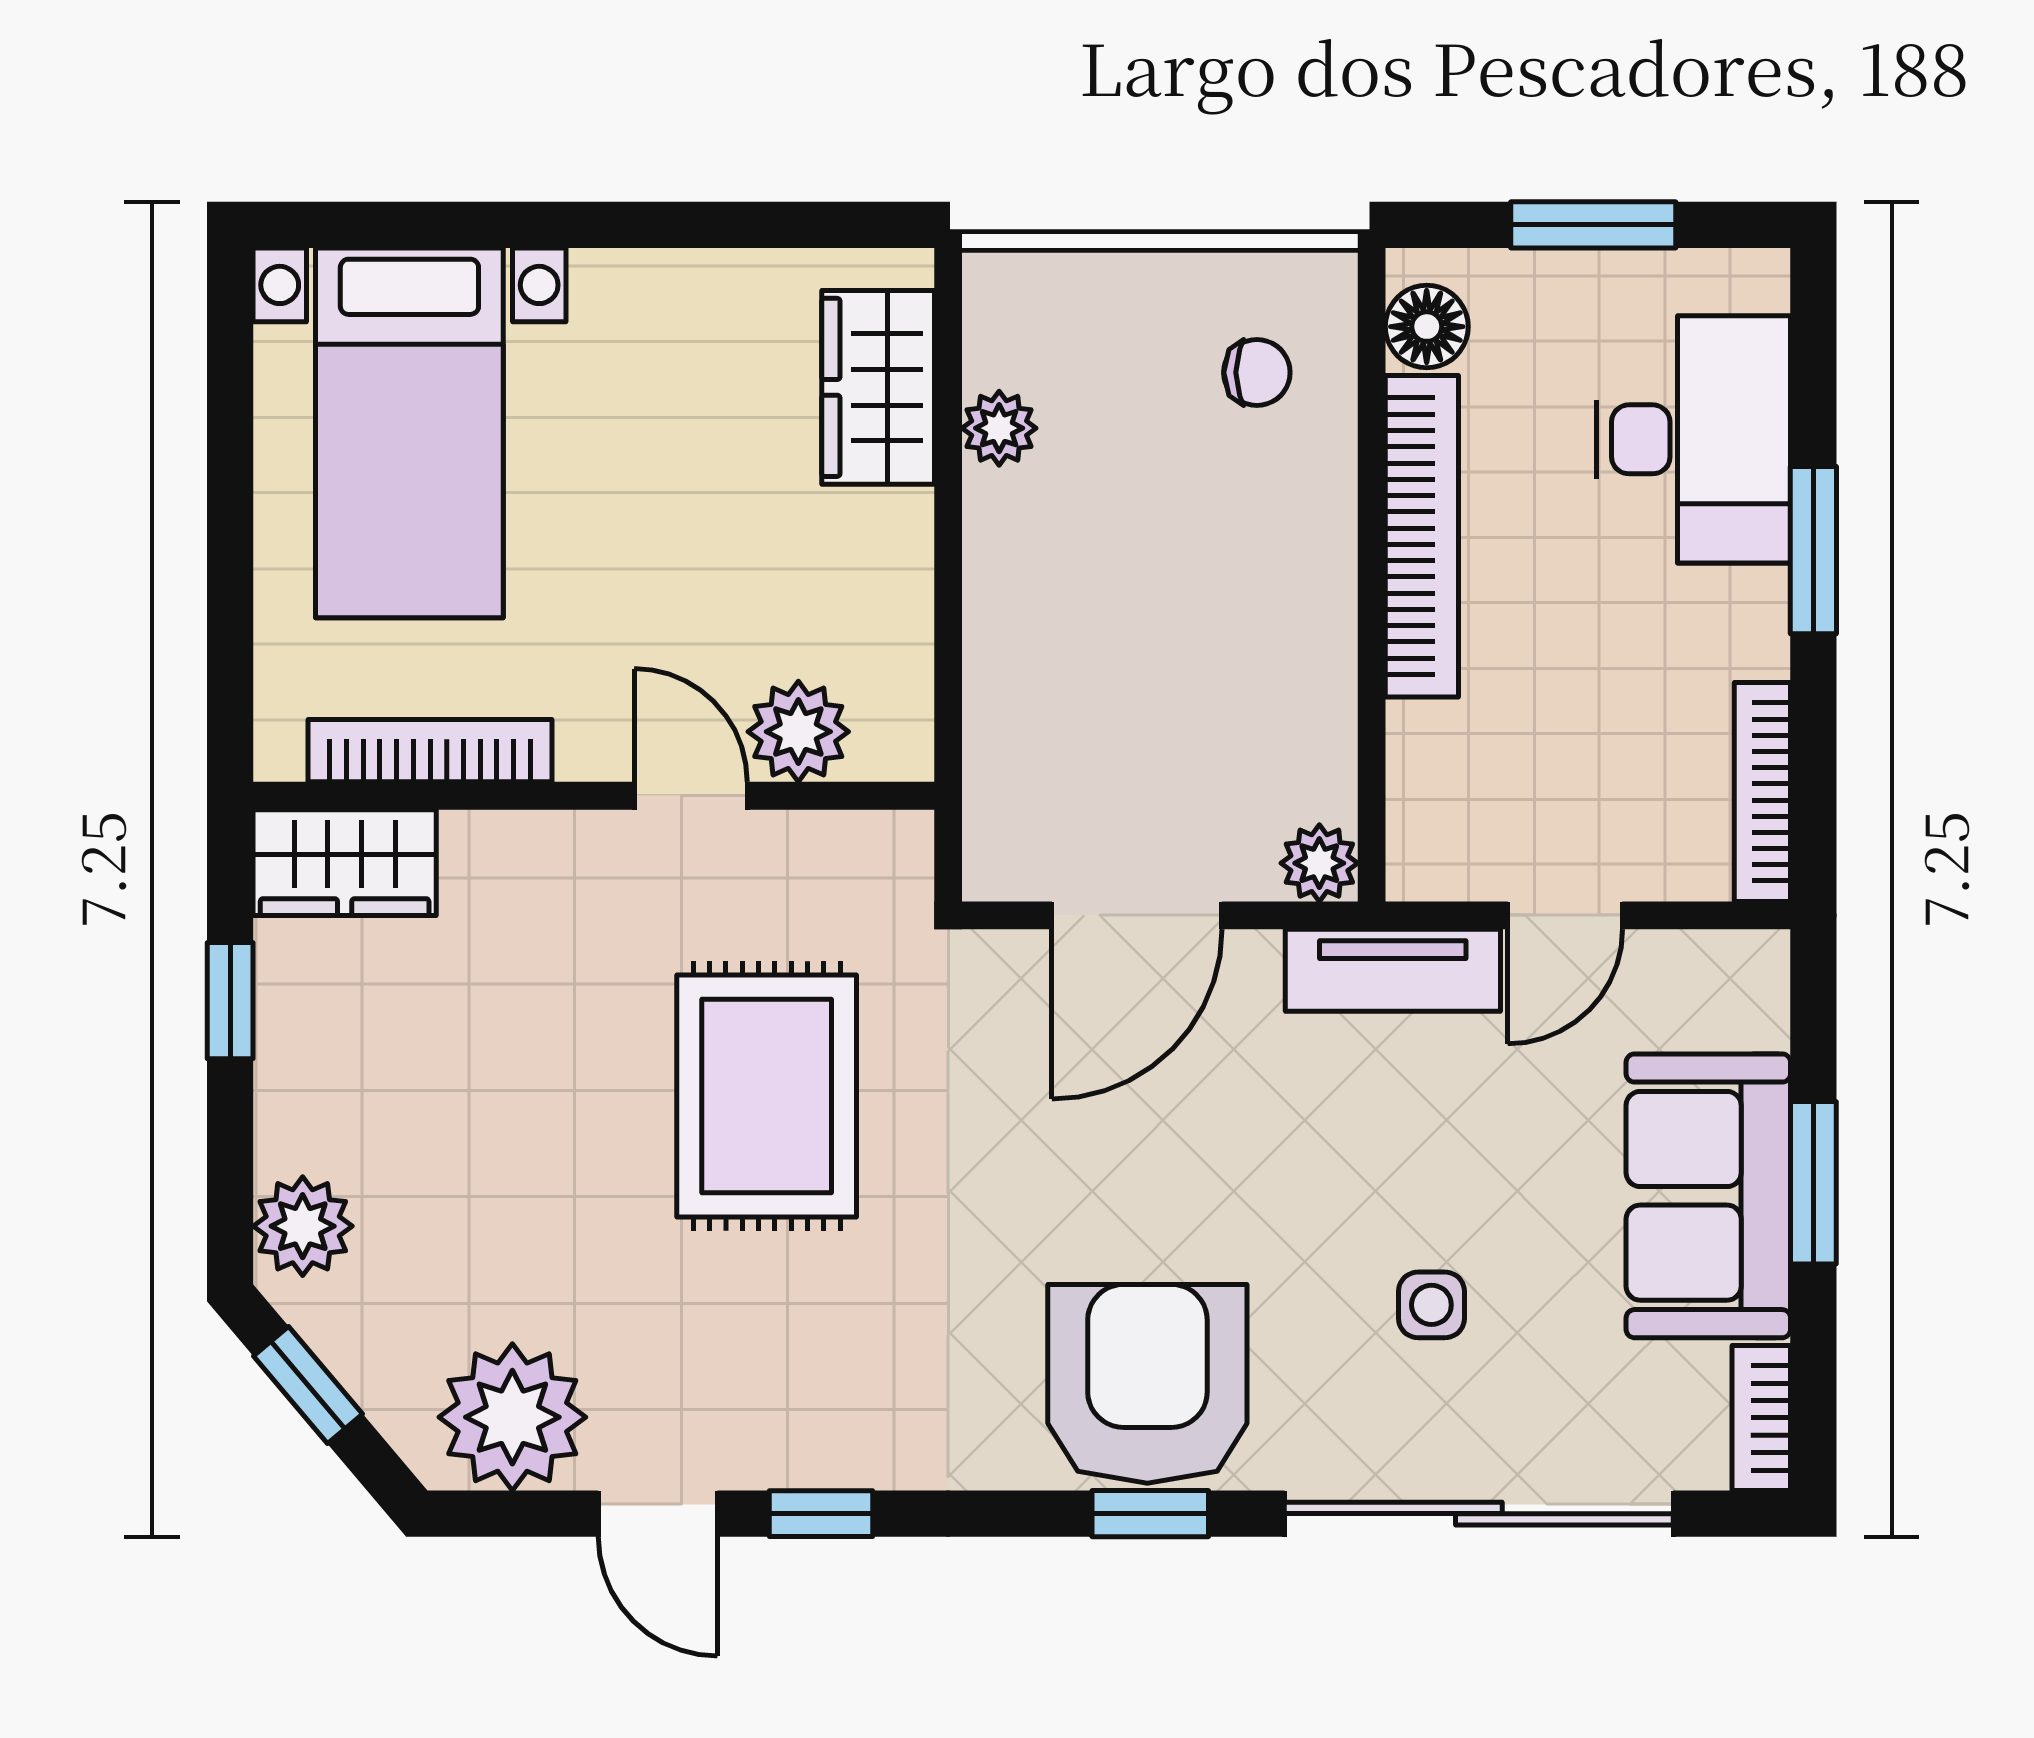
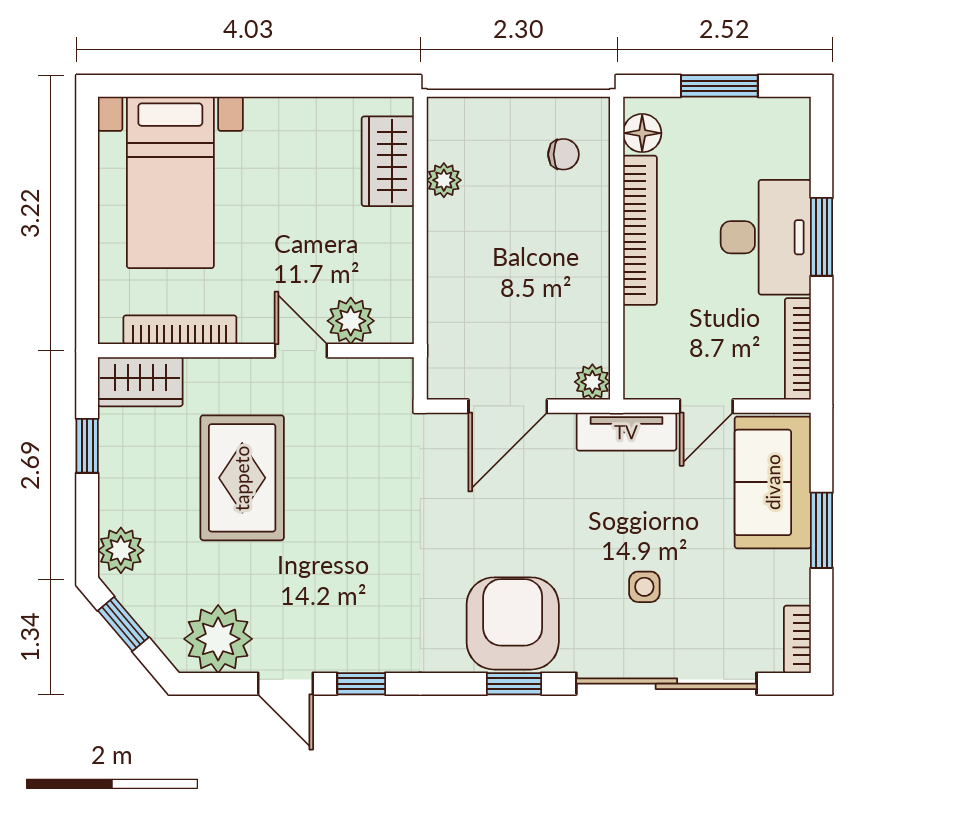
desk: (1693, 439) -> (766, 237), moved
rug: (767, 1096) -> (242, 478), moved
sofa: (1708, 1196) -> (773, 482), moved

